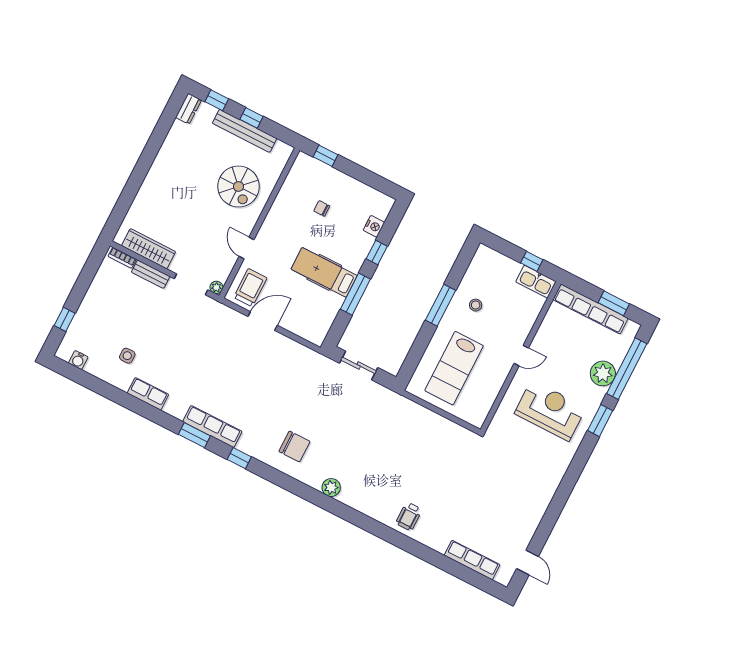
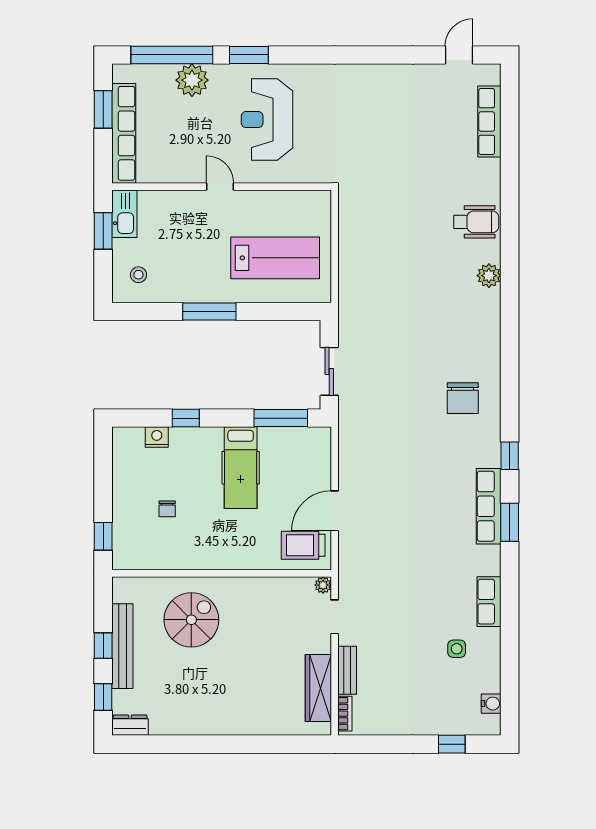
door: (247, 248) -> (259, 573), removed
window: (532, 261) -> (103, 231), width x1.50
doorway: (191, 284) -> (335, 617), width x0.73
window: (355, 294) -> (281, 418), moved
stool: (476, 305) -> (138, 275), moved
door: (263, 321) -> (335, 511), hinge flipped
chair: (294, 446) -> (463, 398), turned 180
plant: (331, 488) -> (489, 276), moved
wheelchair: (409, 516) -> (476, 222), width x1.36, depth x1.37

